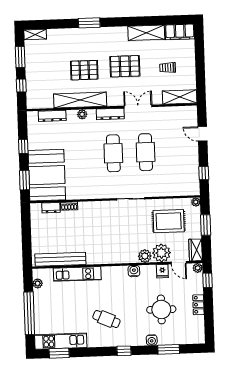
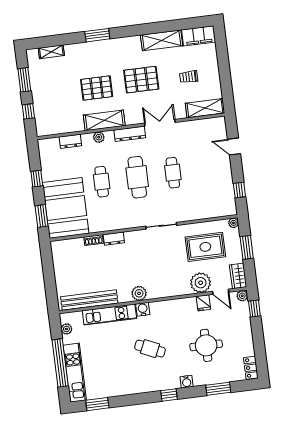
shelving: (35, 34) -> (51, 52), moved
shelving: (80, 100) -> (104, 120), width x0.68
dresser: (52, 116) -> (70, 141), width x0.70
cafe table: (146, 152) -> (173, 173), width x0.73, depth x0.74
cafe table: (81, 154) -> (102, 182), added
dresser: (51, 208) -> (114, 239), moved
plant: (145, 256) -> (139, 293), moved
water cooler: (134, 271) -> (143, 309), moved
locker: (198, 305) -> (251, 368), moved
cafe table: (106, 319) -> (150, 349), moved
water cooler: (152, 340) -> (187, 382), moved
kitchen unit: (61, 341) -> (75, 373), moved, turned 90

